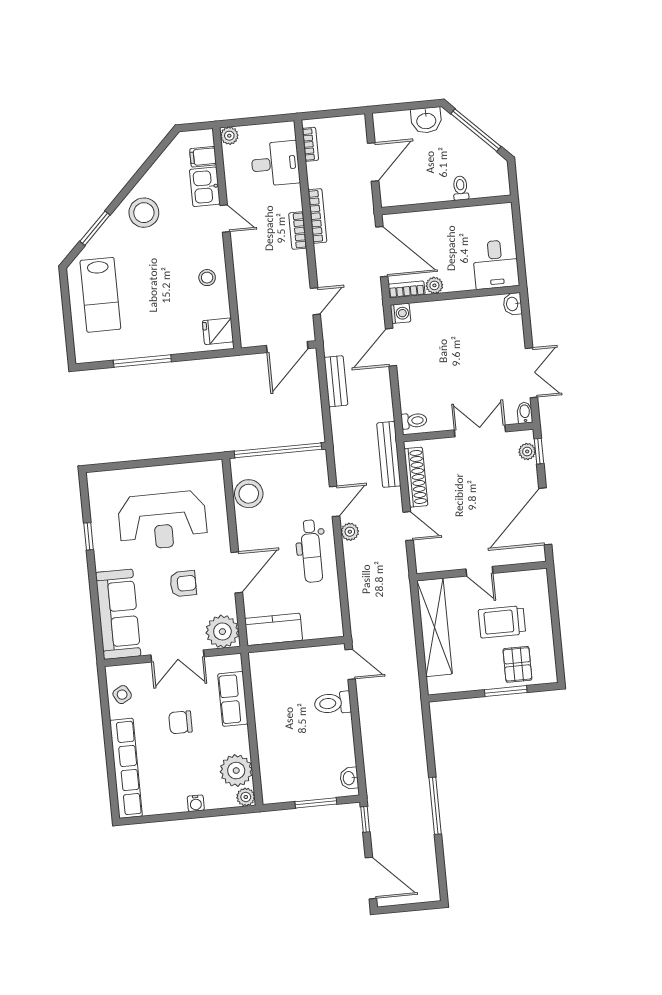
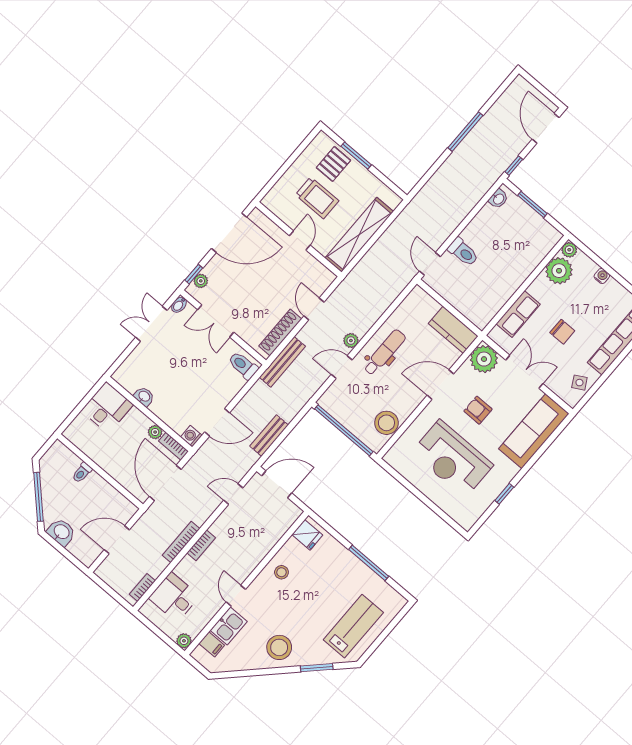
washbasin: (513, 304) -> (144, 397), moved, turned -90
toilet: (414, 421) -> (243, 365), width x1.37, depth x1.39
reception desk: (163, 521) -> (452, 459), turned 180

